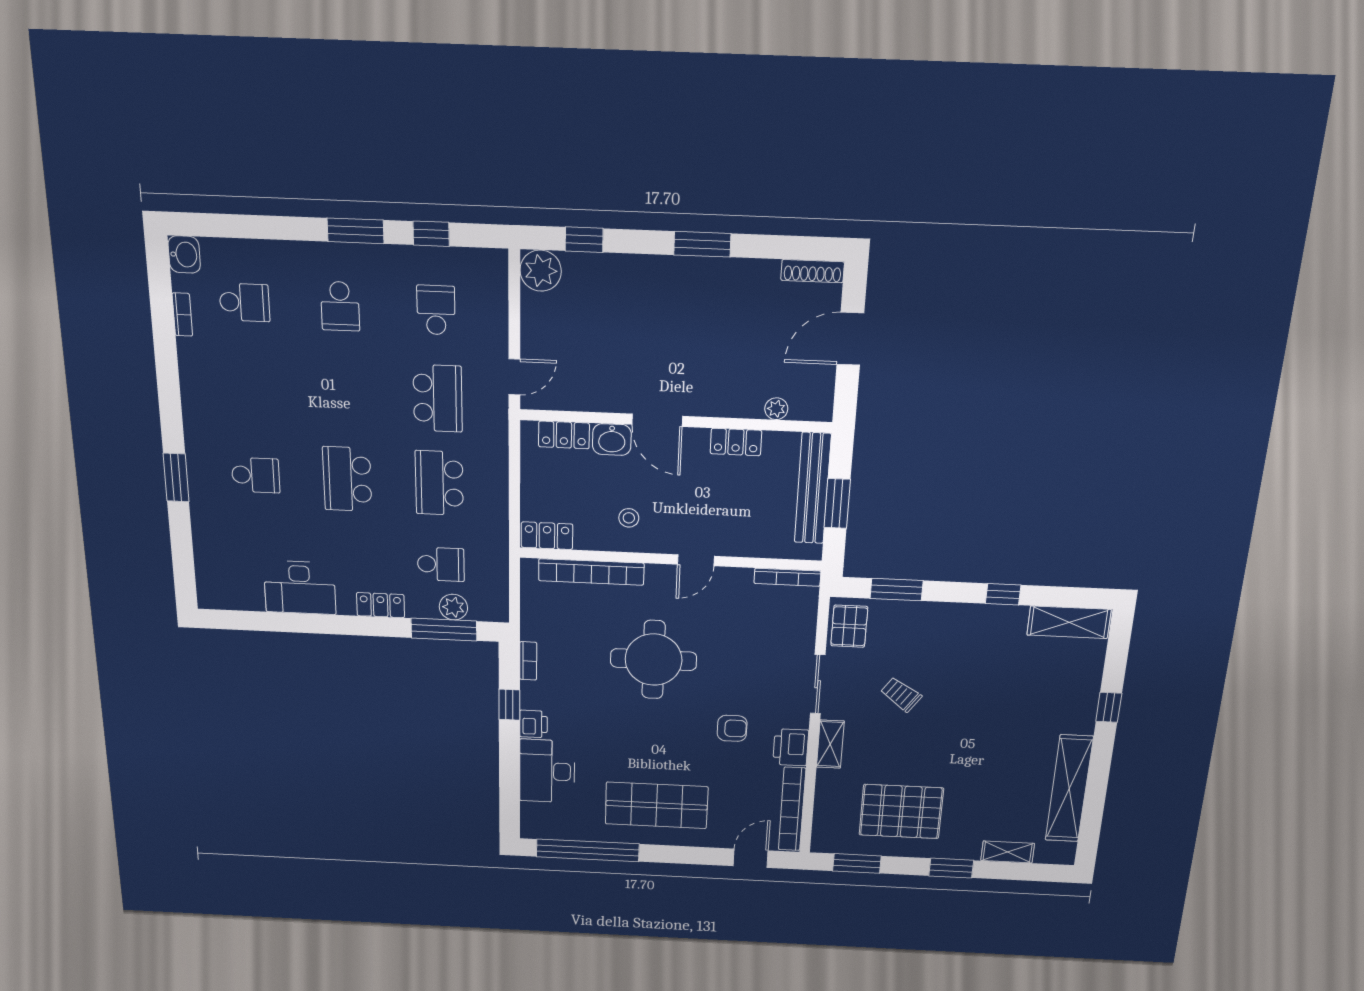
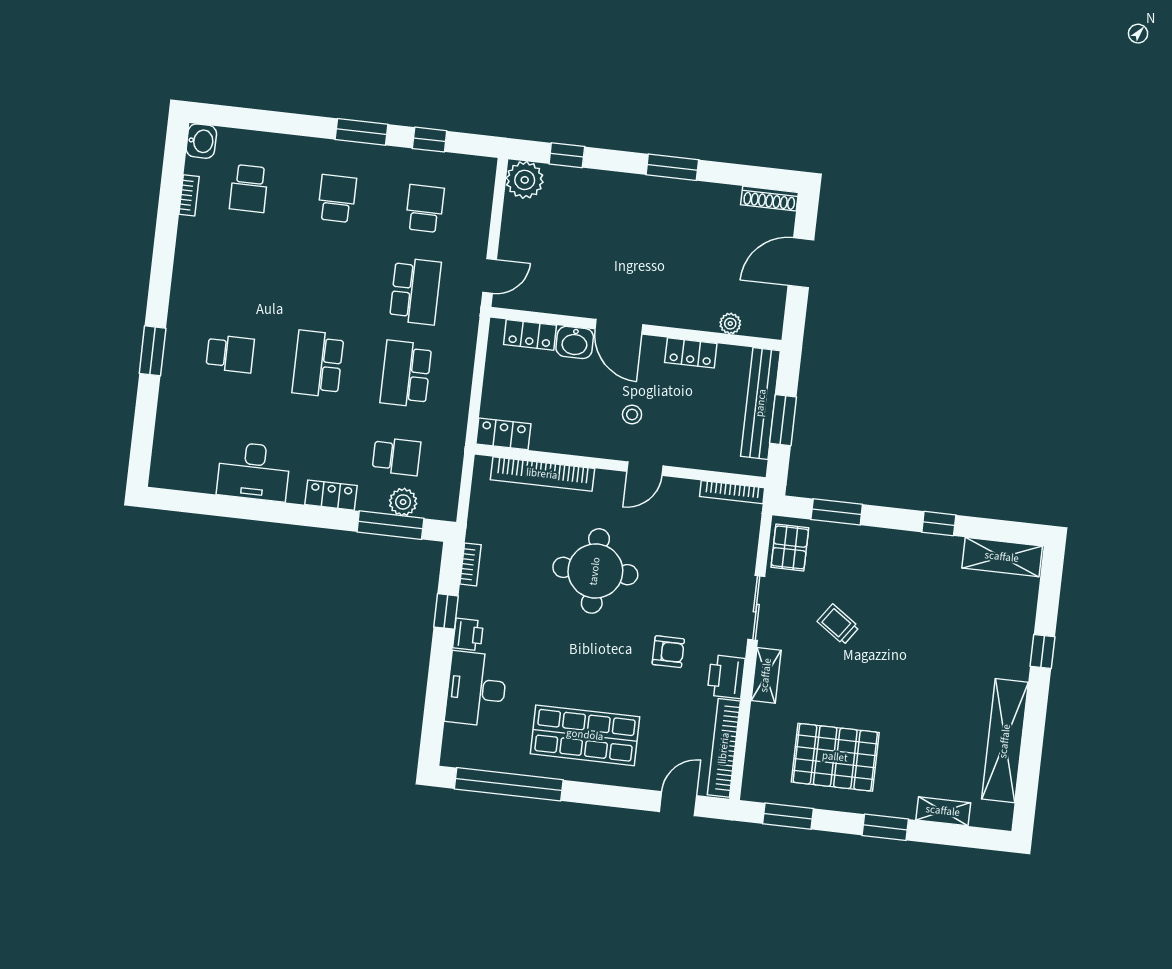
school desk: (245, 302) -> (249, 188), turned 90
school desk: (340, 306) -> (337, 198), turned 180
stool: (629, 518) -> (632, 415), moved

